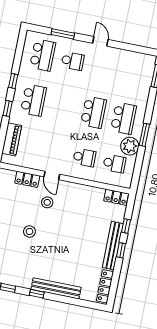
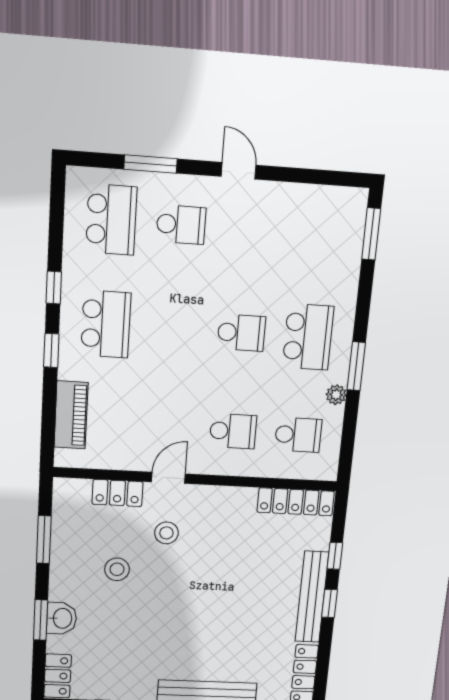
school desk: (93, 112) -> (241, 333), width x0.54
plant: (130, 146) -> (336, 395), width x0.53, depth x0.53
door: (52, 175) -> (168, 478), swing flipped
locker: (116, 197) -> (296, 502), width x1.53
stool: (29, 231) -> (117, 569), moved

